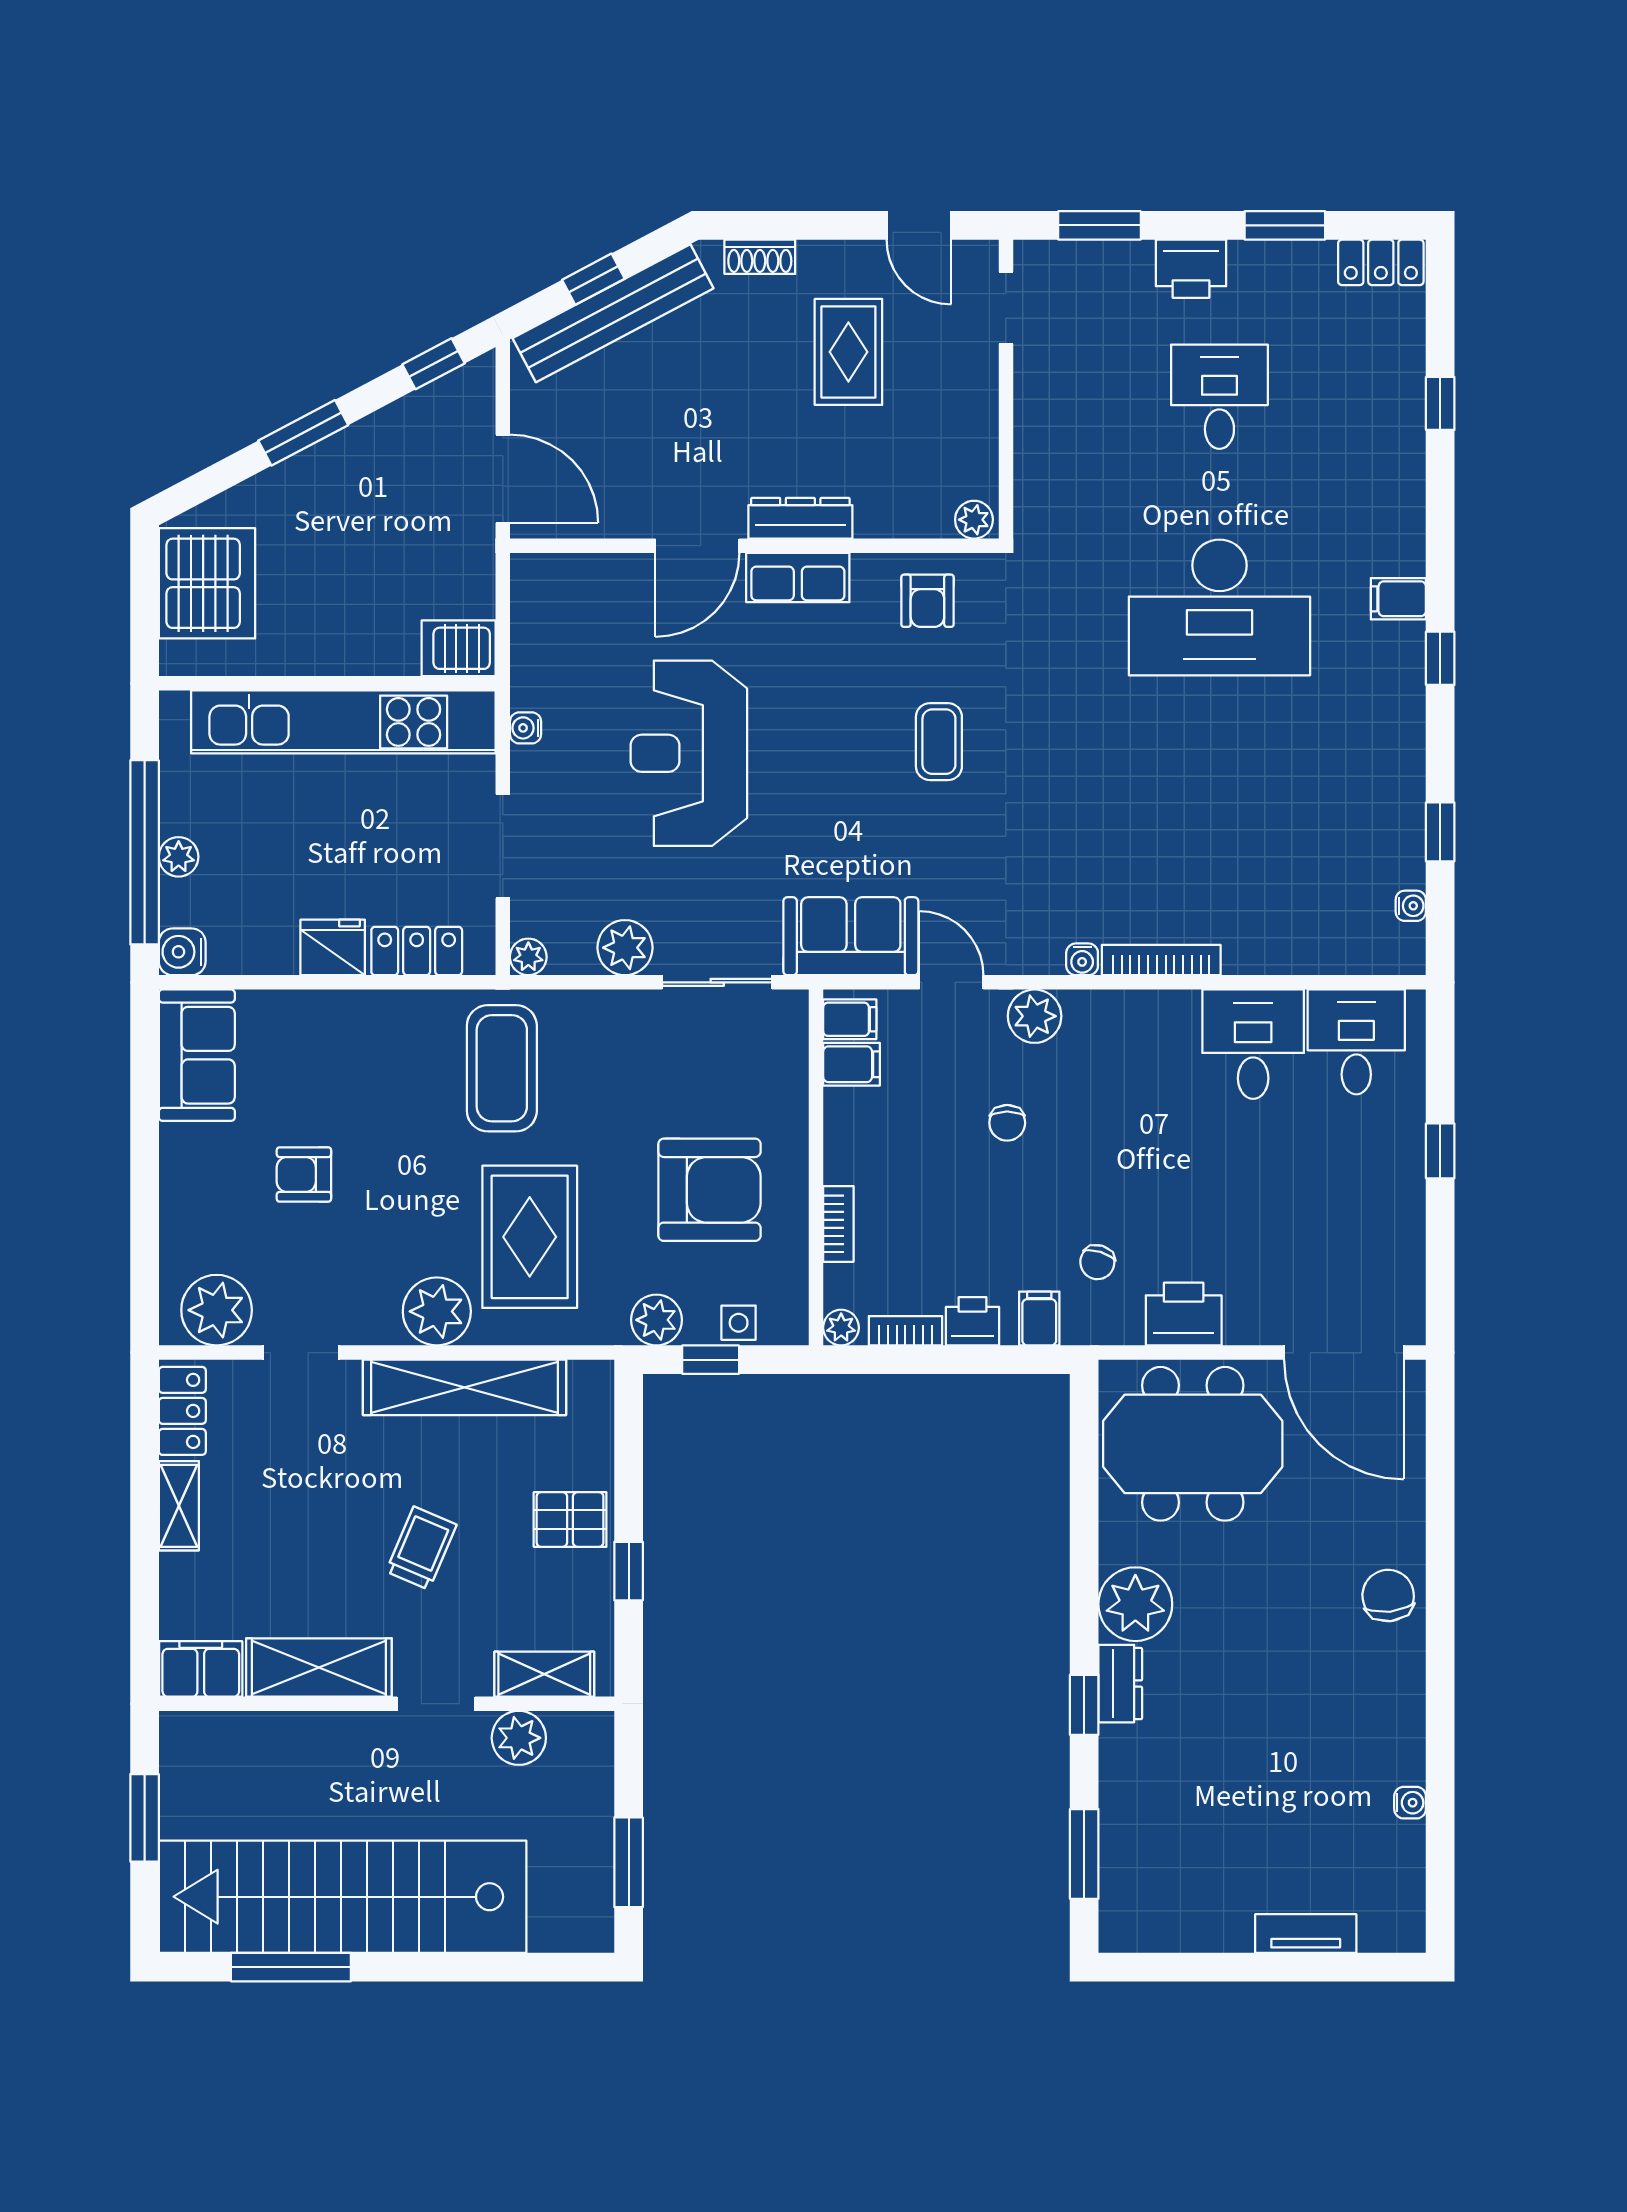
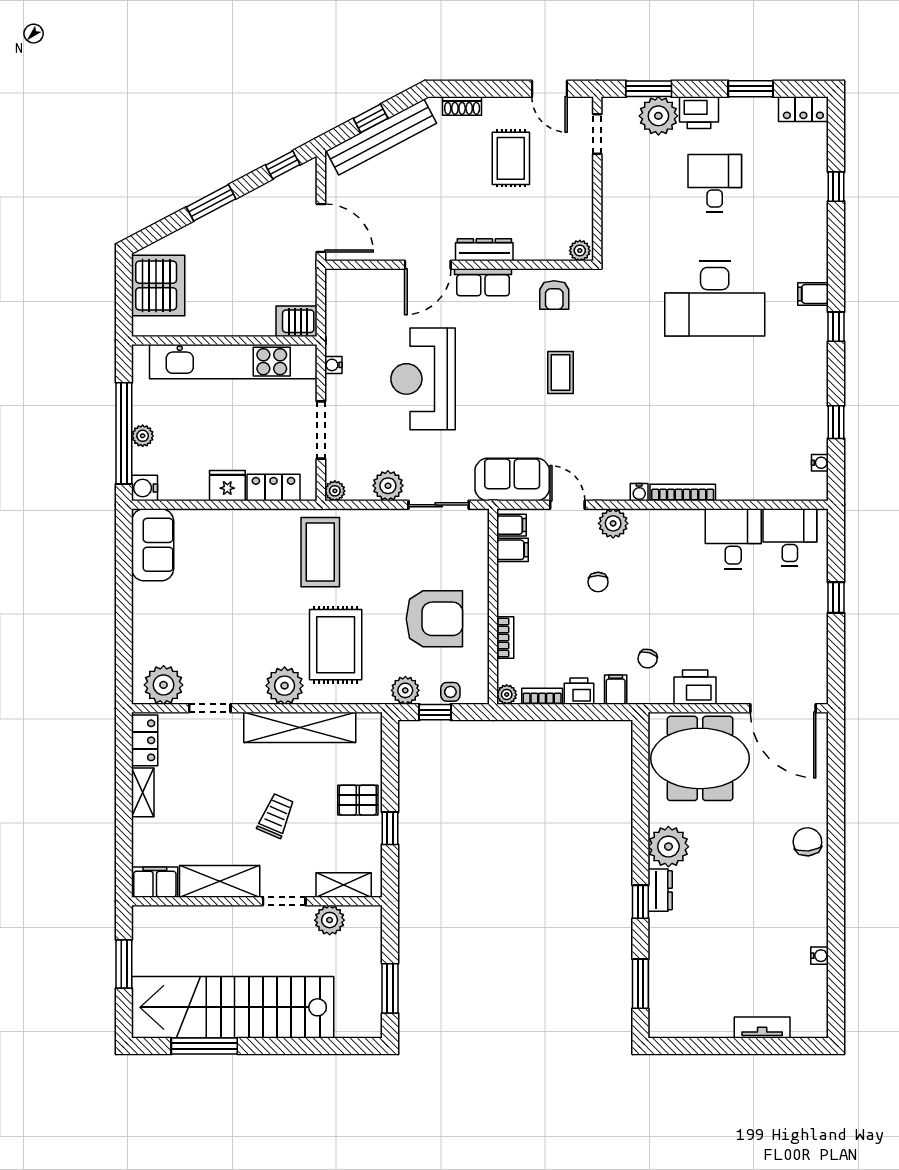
plant: (1117, 275) -> (658, 116), added
armchair: (304, 1174) -> (212, 610), removed

